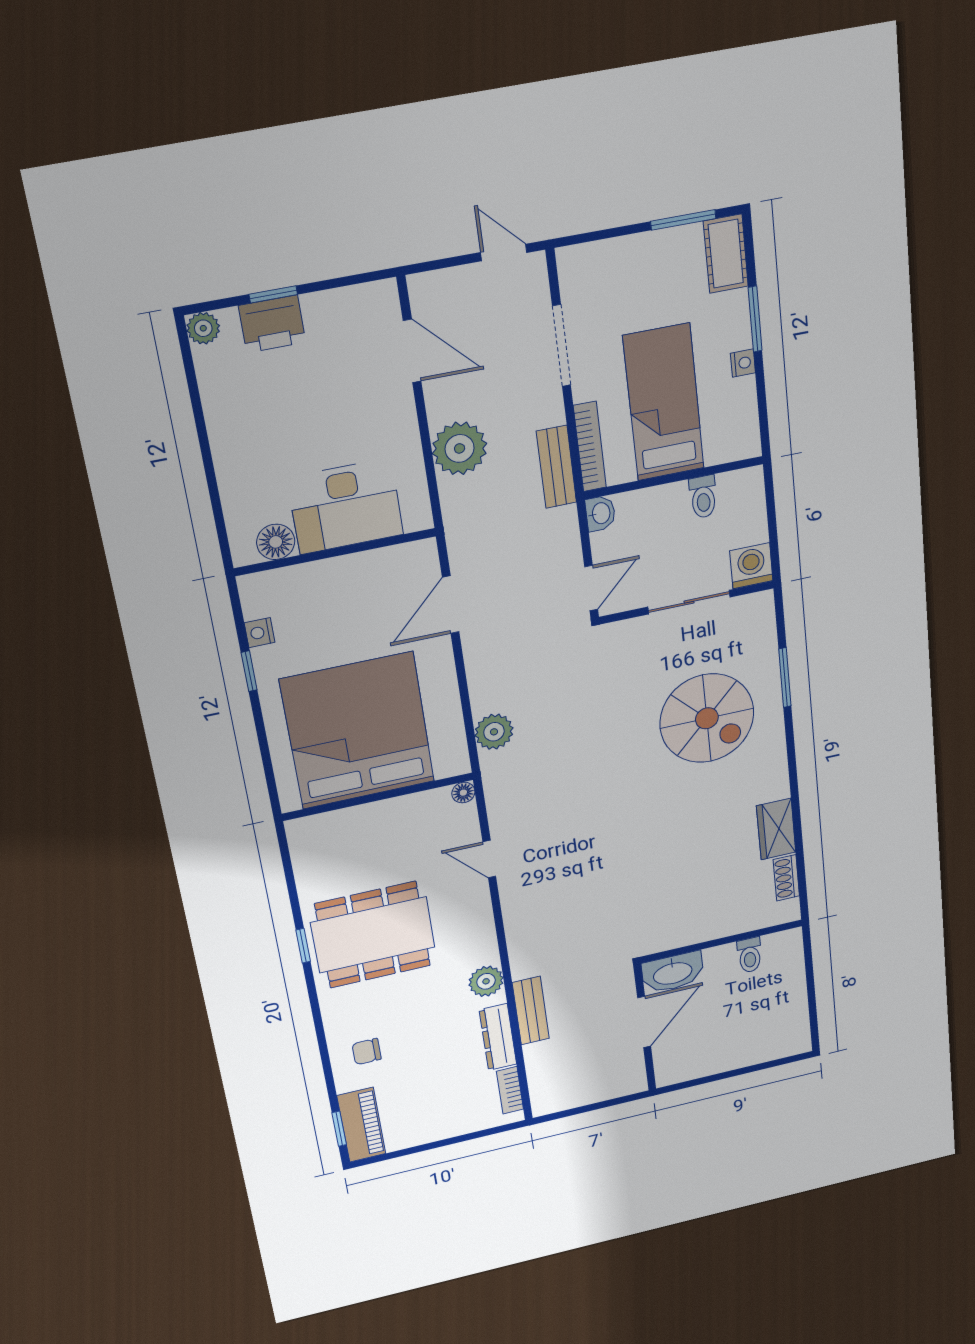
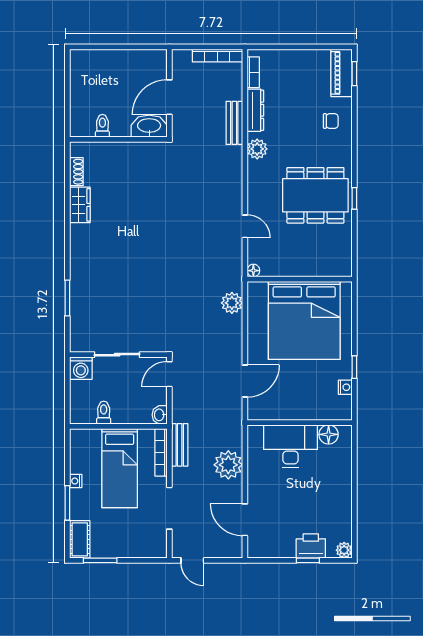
spiral stairs: (707, 718) -> (114, 284), removed
bookcase: (573, 1099) -> (217, 56), added

